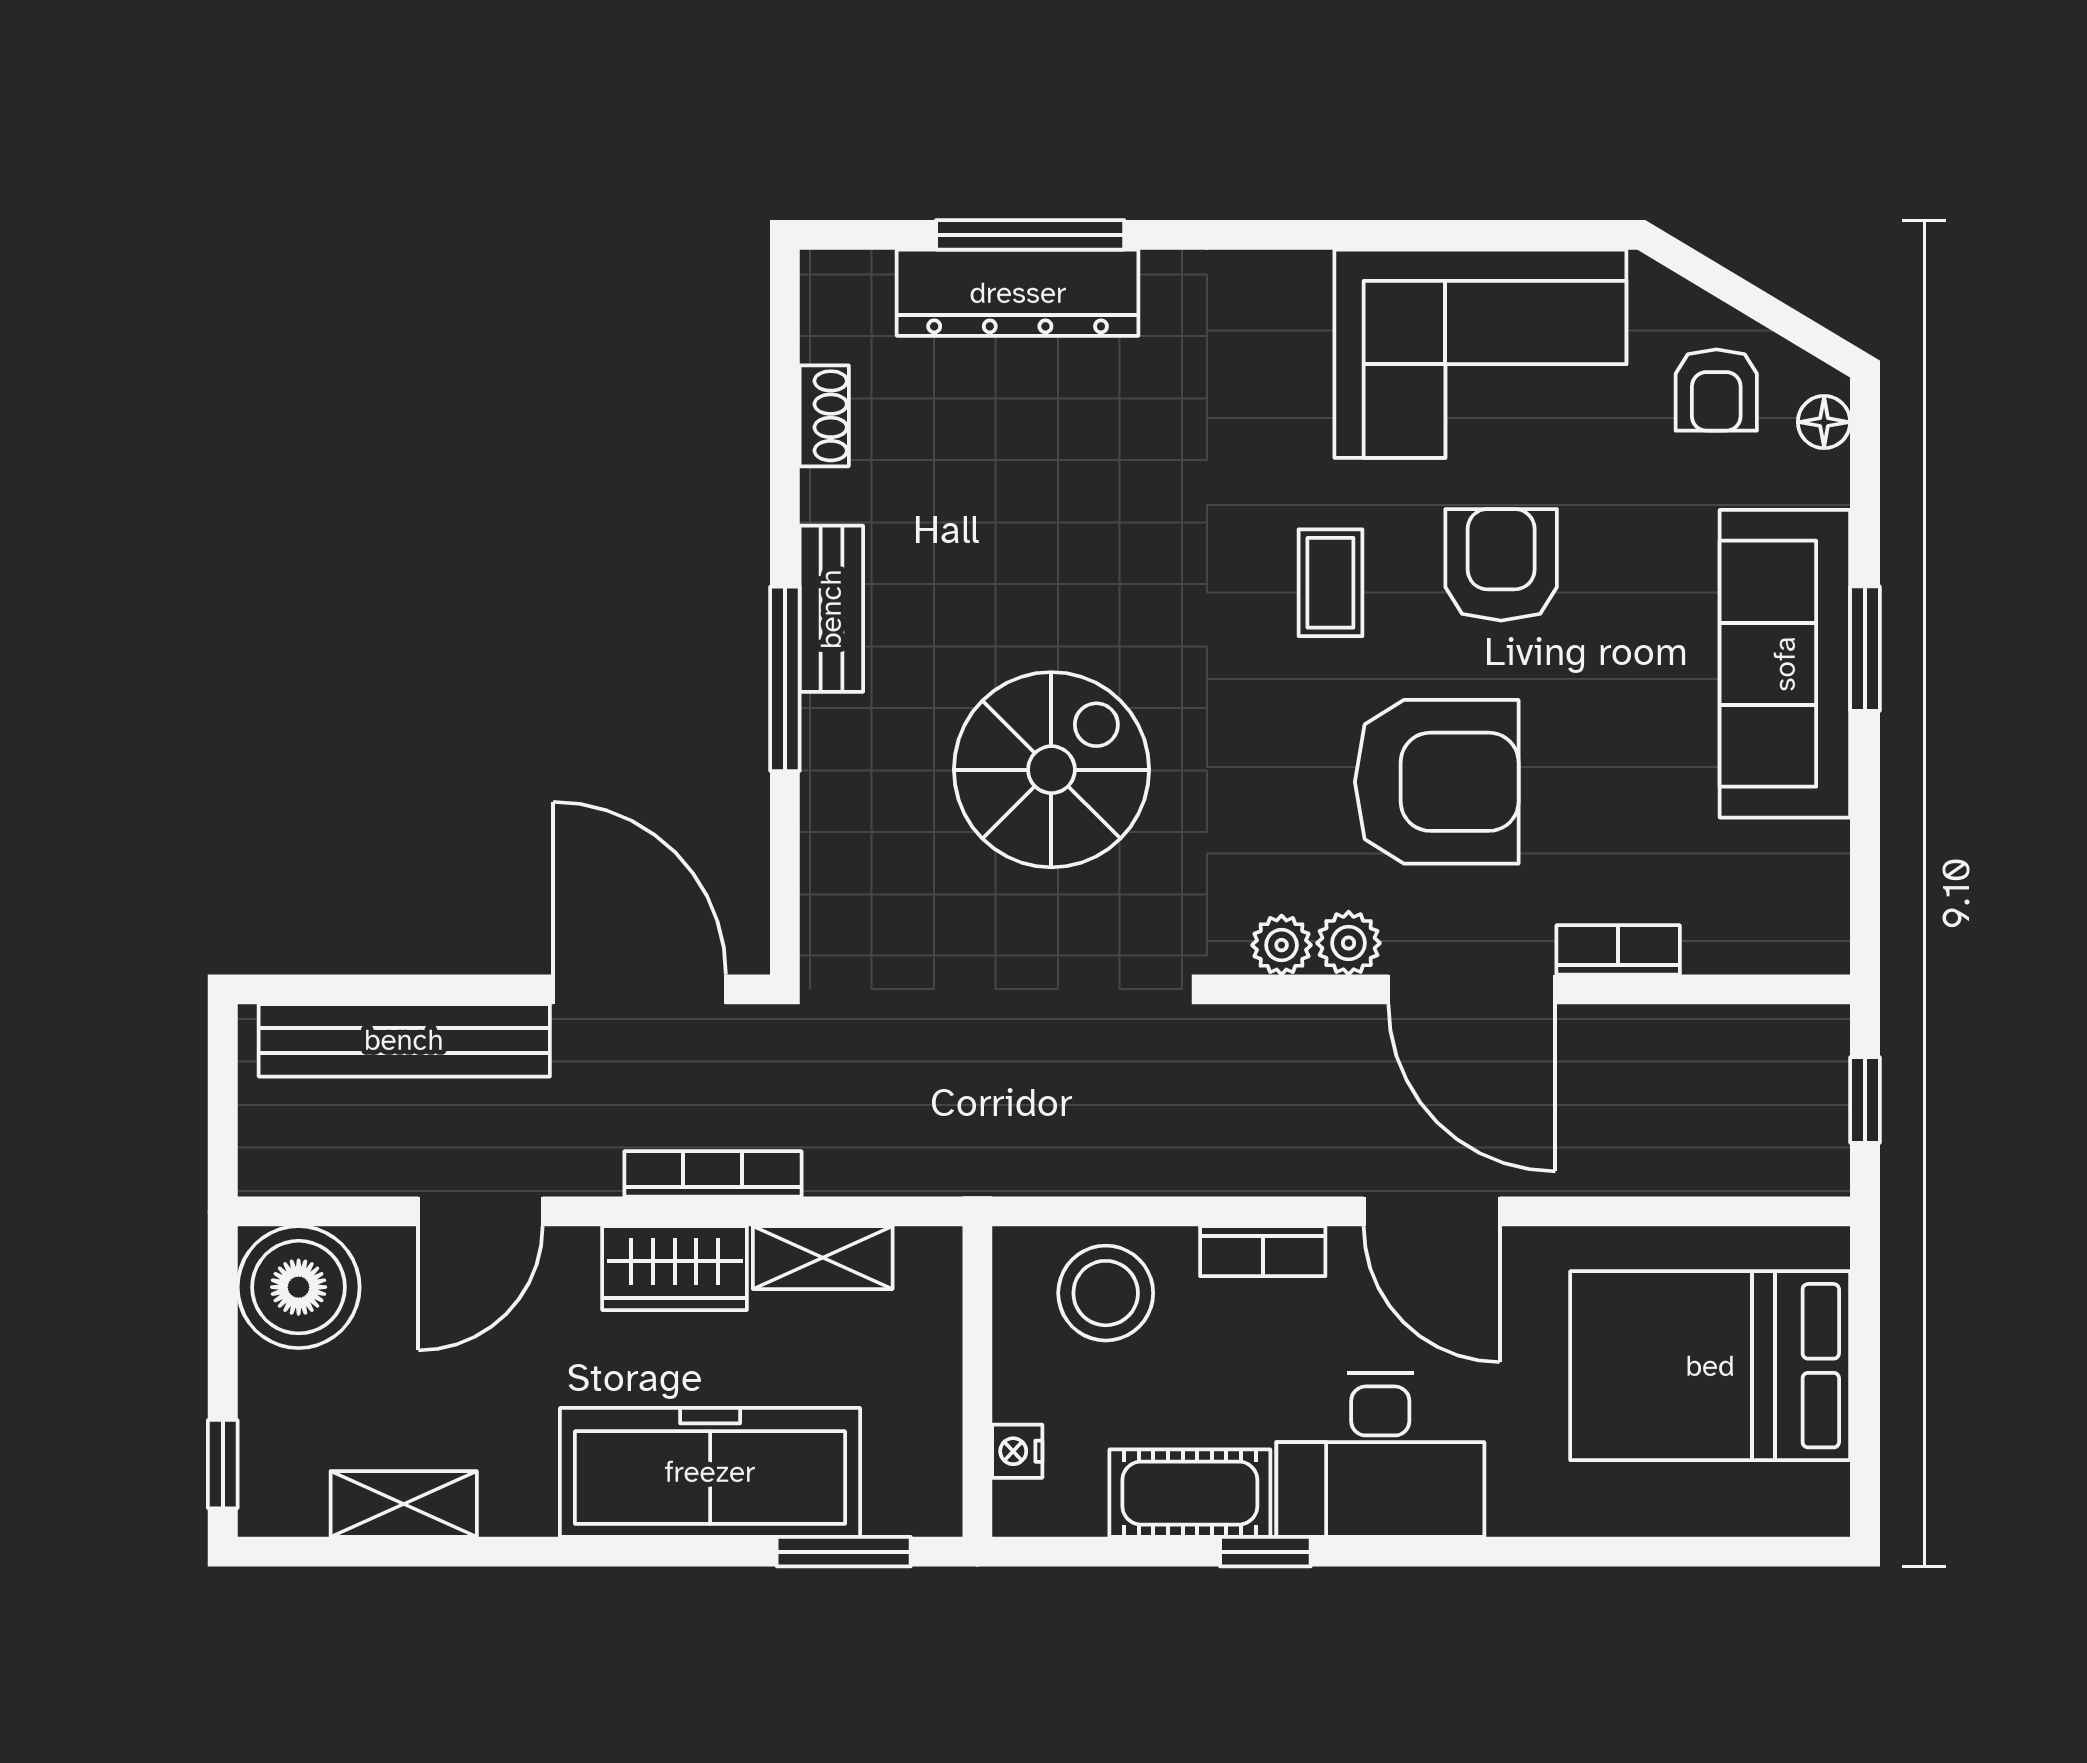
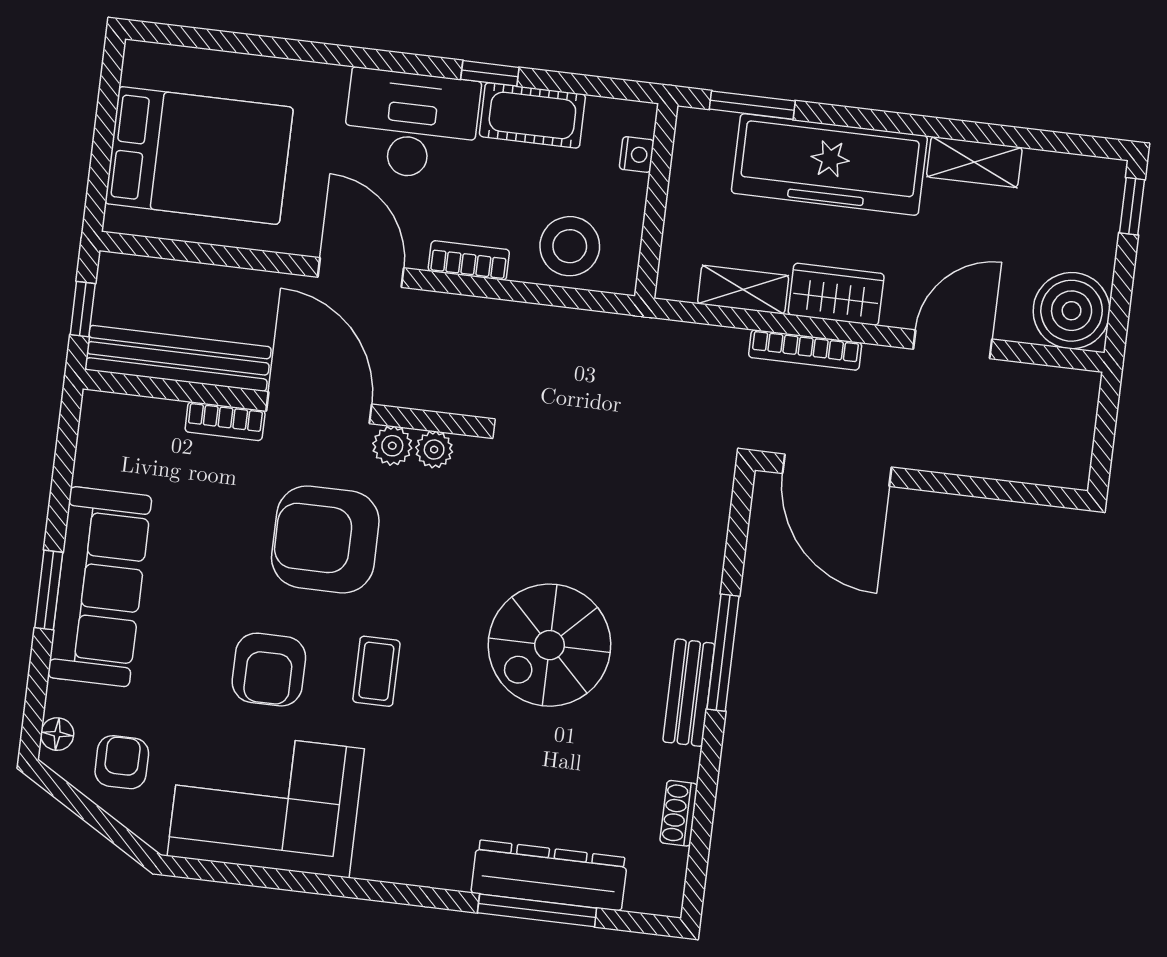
spiral stairs: (1051, 770) -> (549, 645), moved
bench: (404, 1040) -> (178, 358), moved
shelving: (404, 1504) -> (974, 162), moved

